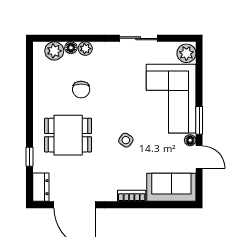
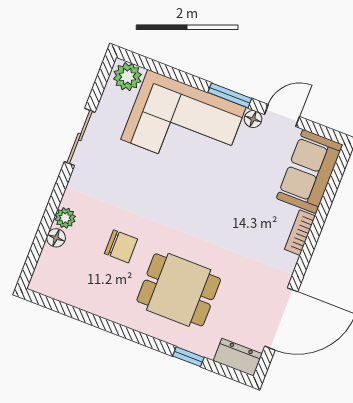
plant: (54, 51) -> (51, 263), removed
dining table: (68, 135) -> (179, 290), turned 90
side table: (126, 140) -> (218, 210), removed

